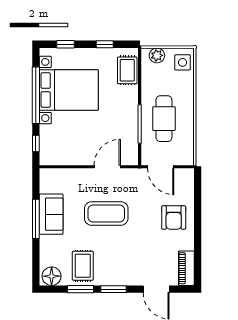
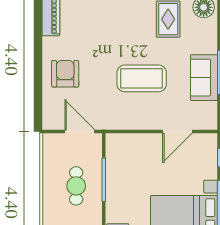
cafe table: (164, 119) -> (76, 186), width x0.73, depth x0.74
door: (107, 167) -> (177, 131), moved

